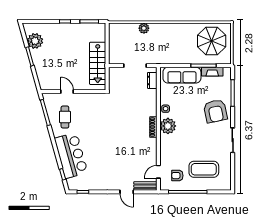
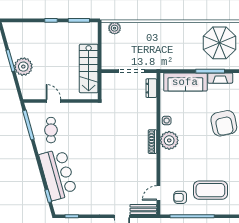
plant: (144, 28) -> (115, 28), moved
plant: (35, 41) -> (23, 67), moved

